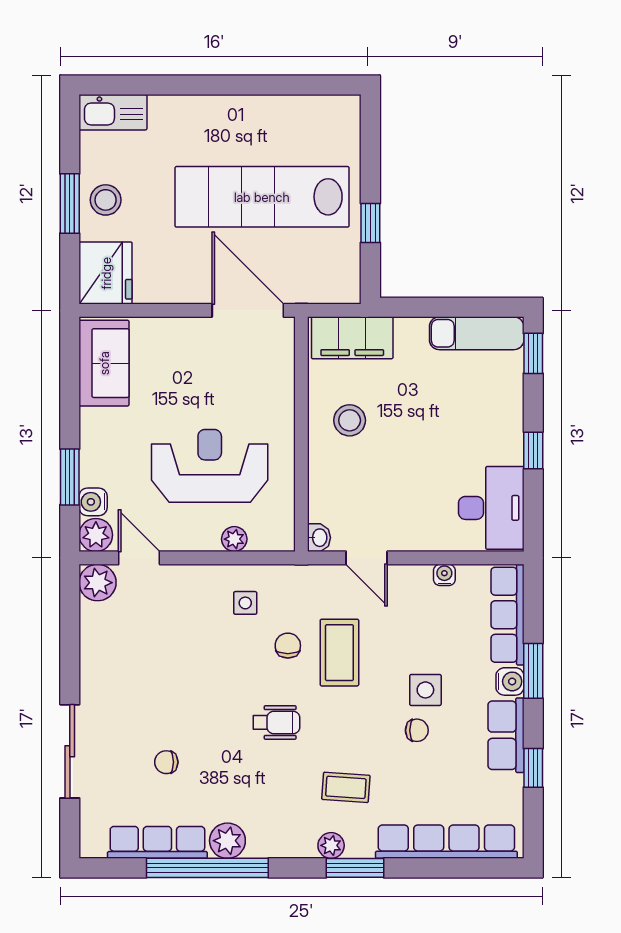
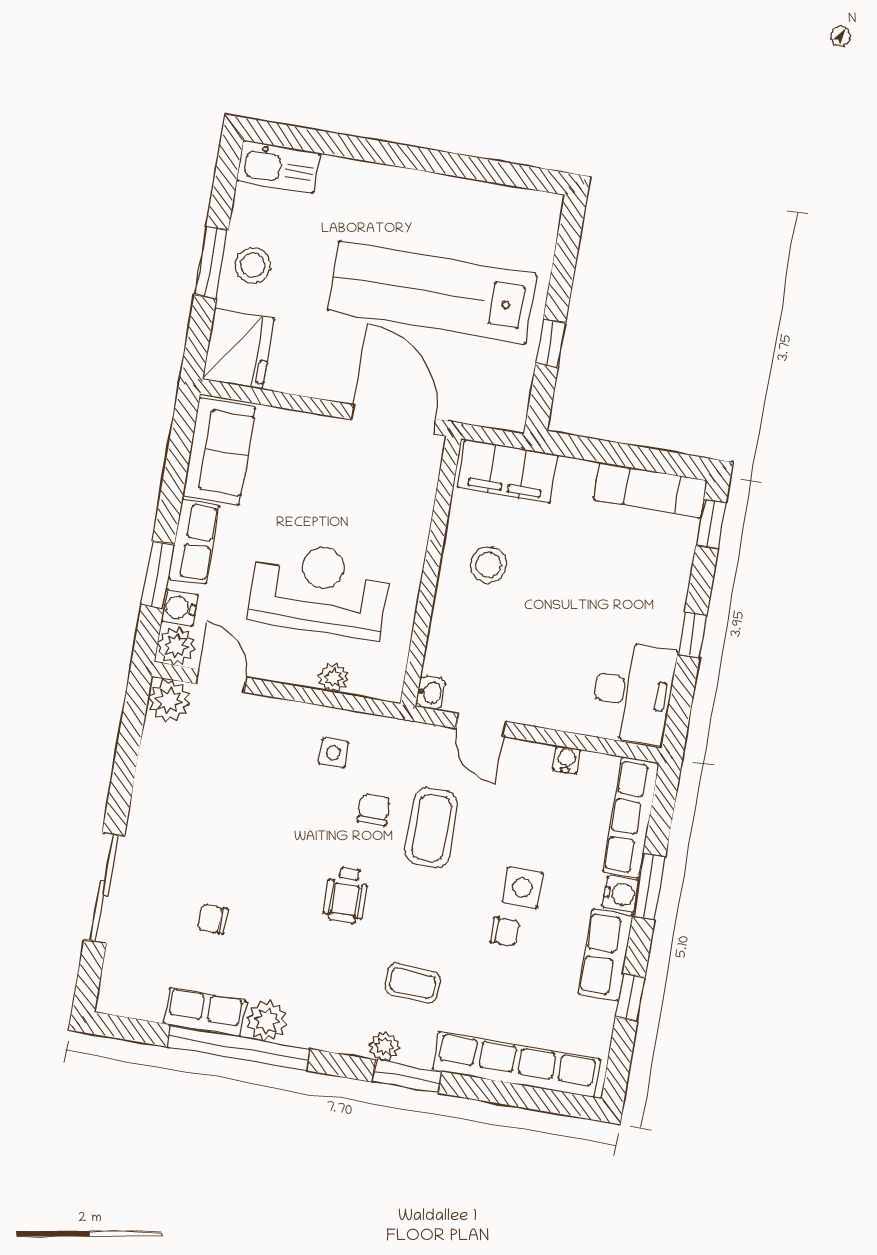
row of seats: (96, 443) -> (194, 541), added
wheelchair: (276, 722) -> (346, 895), turned 90
row of seats: (157, 842) -> (205, 1012), width x0.68

